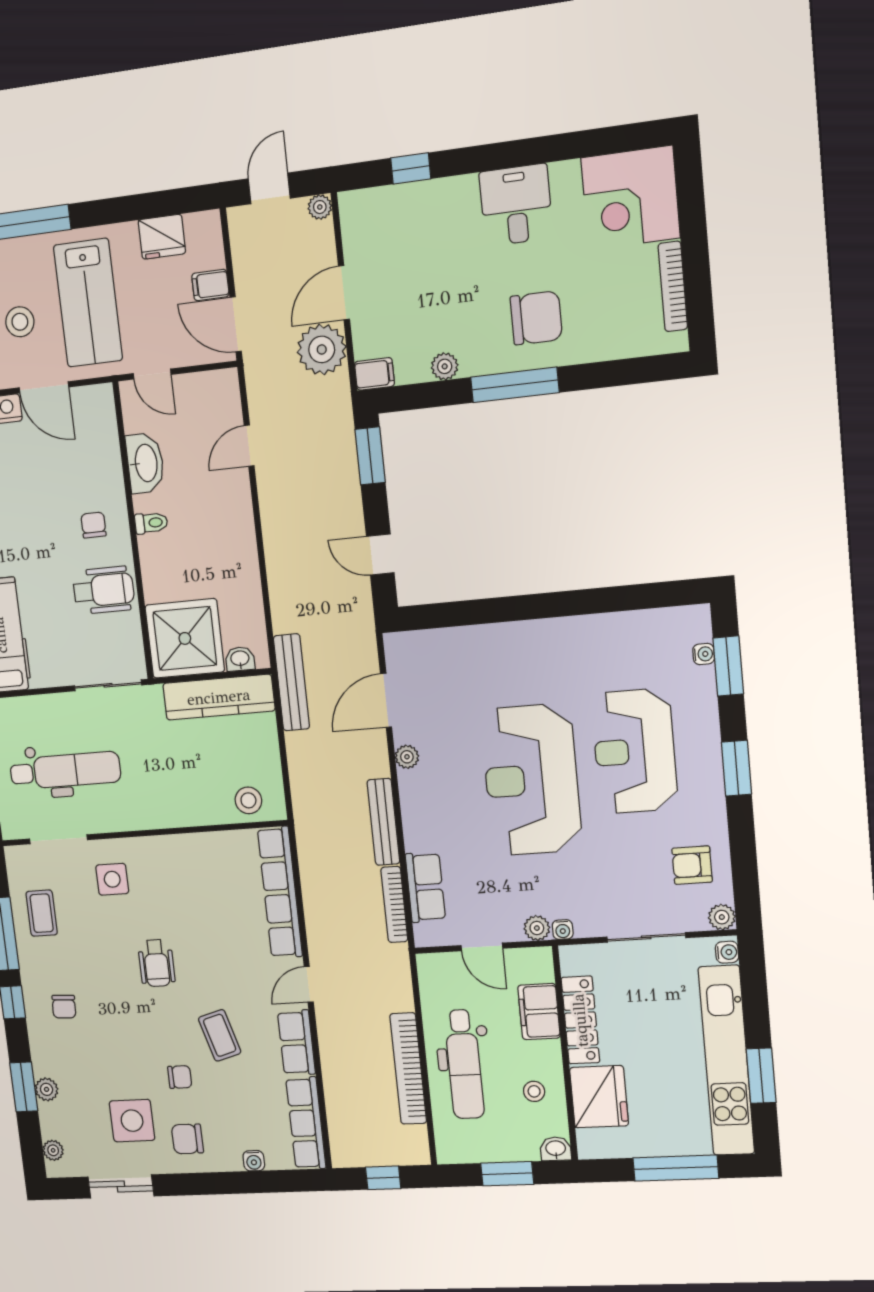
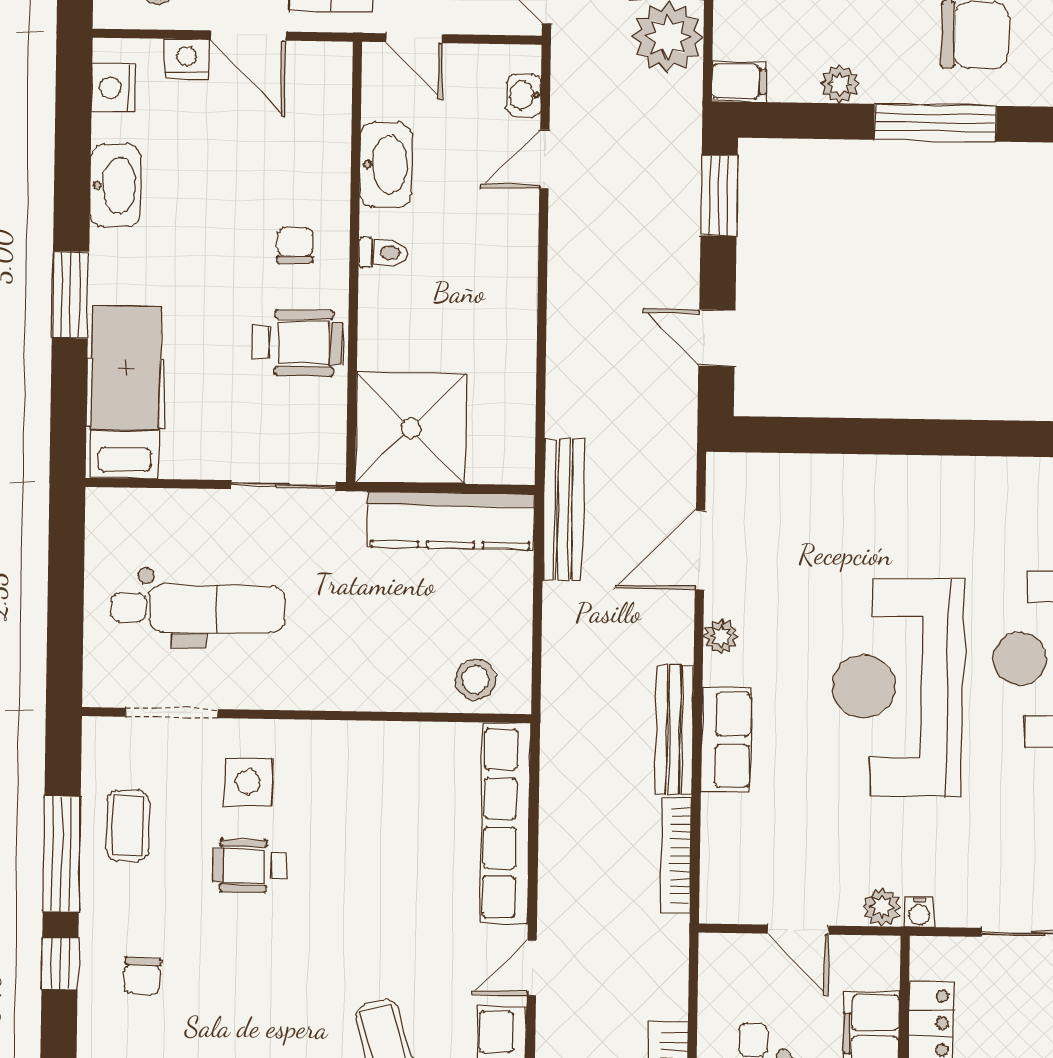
washbasin: (240, 659) -> (524, 95), moved, turned -90
row of seats: (425, 887) -> (727, 740), moved
wheelchair: (156, 963) -> (249, 866), moved, turned 90

